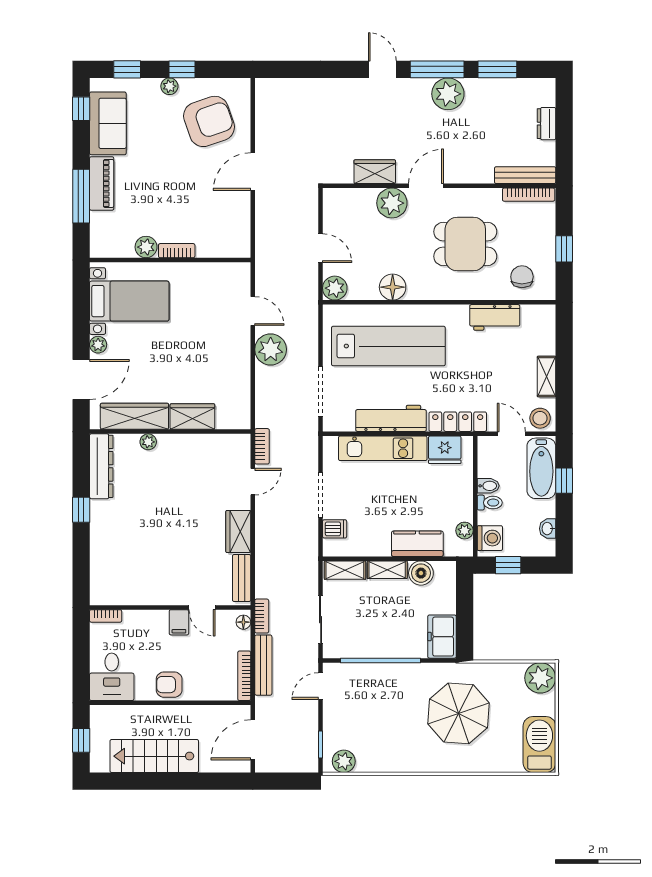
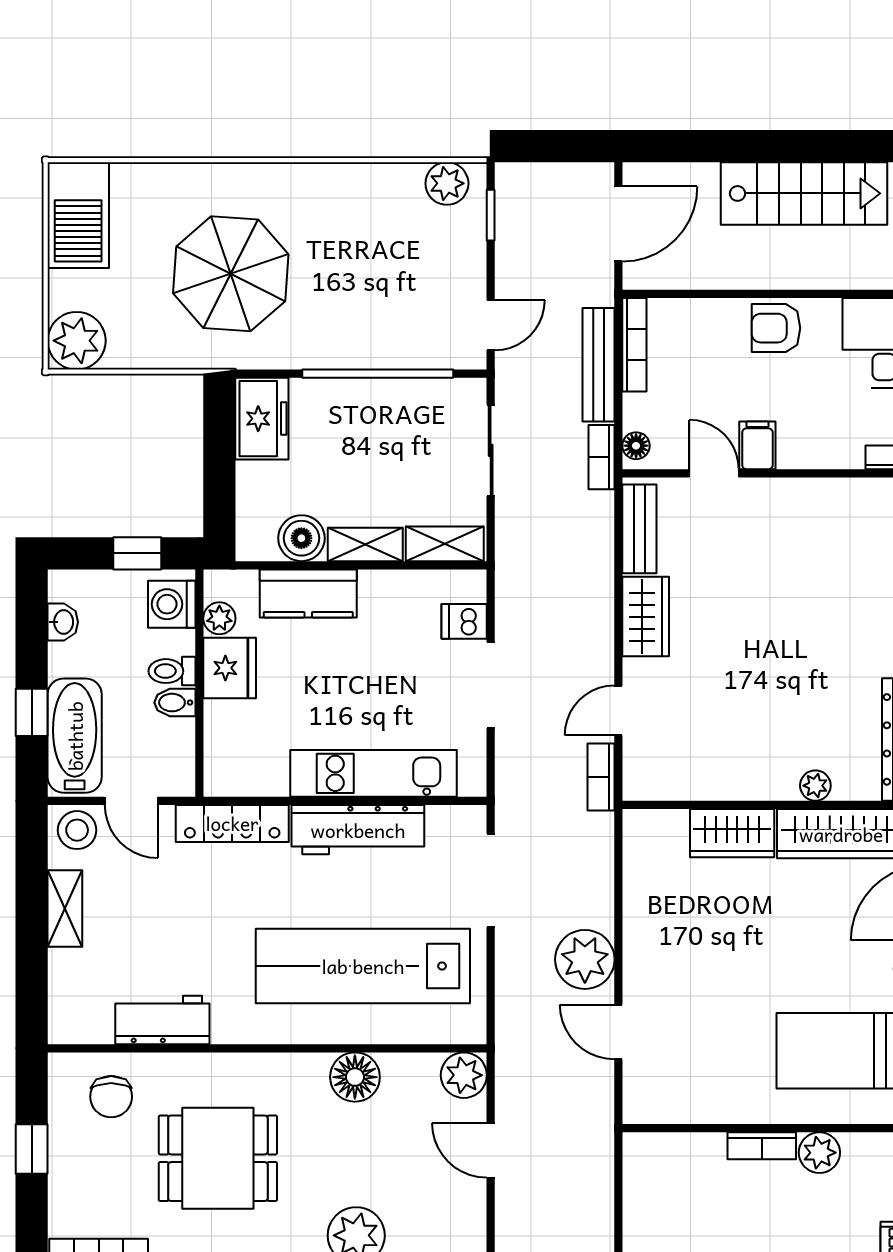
fridge: (445, 450) -> (230, 668), moved, turned 90
armchair: (169, 685) -> (776, 328), turned 180

